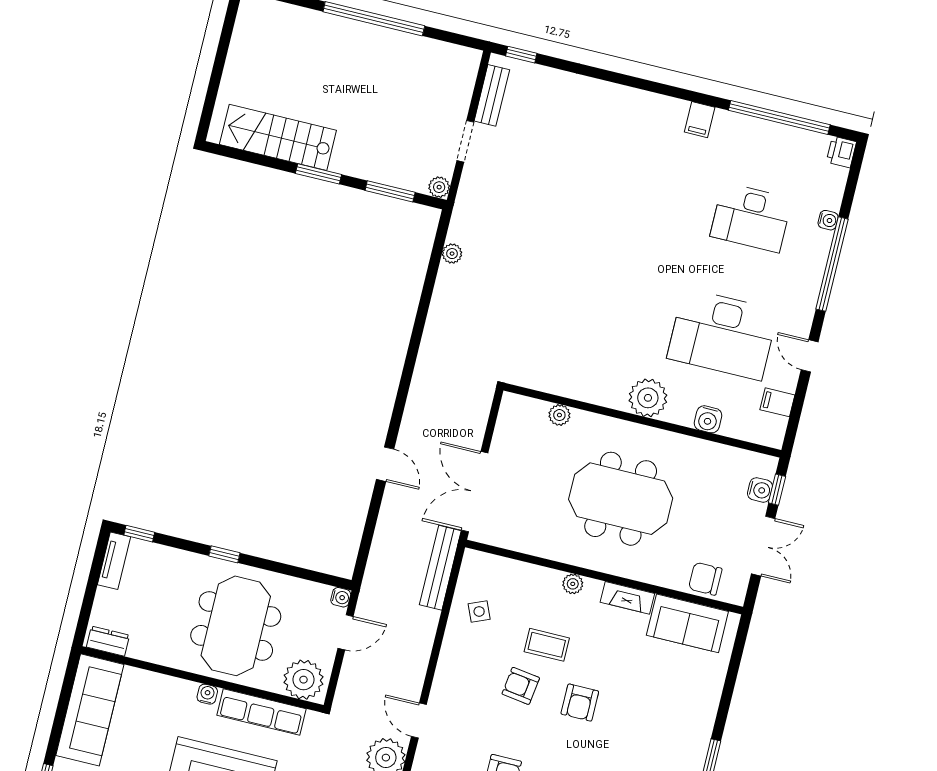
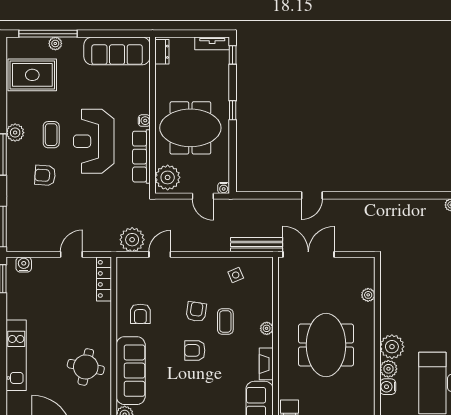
plant: (681, 412) -> (388, 369), added

